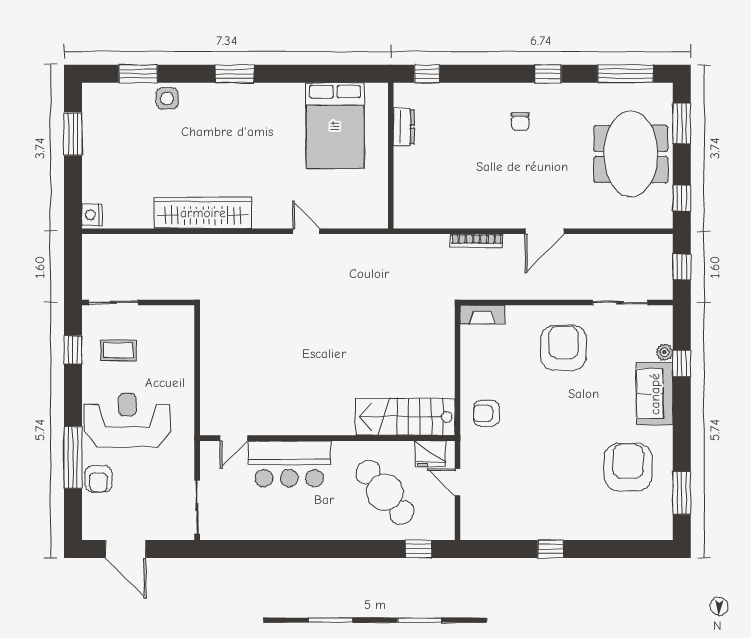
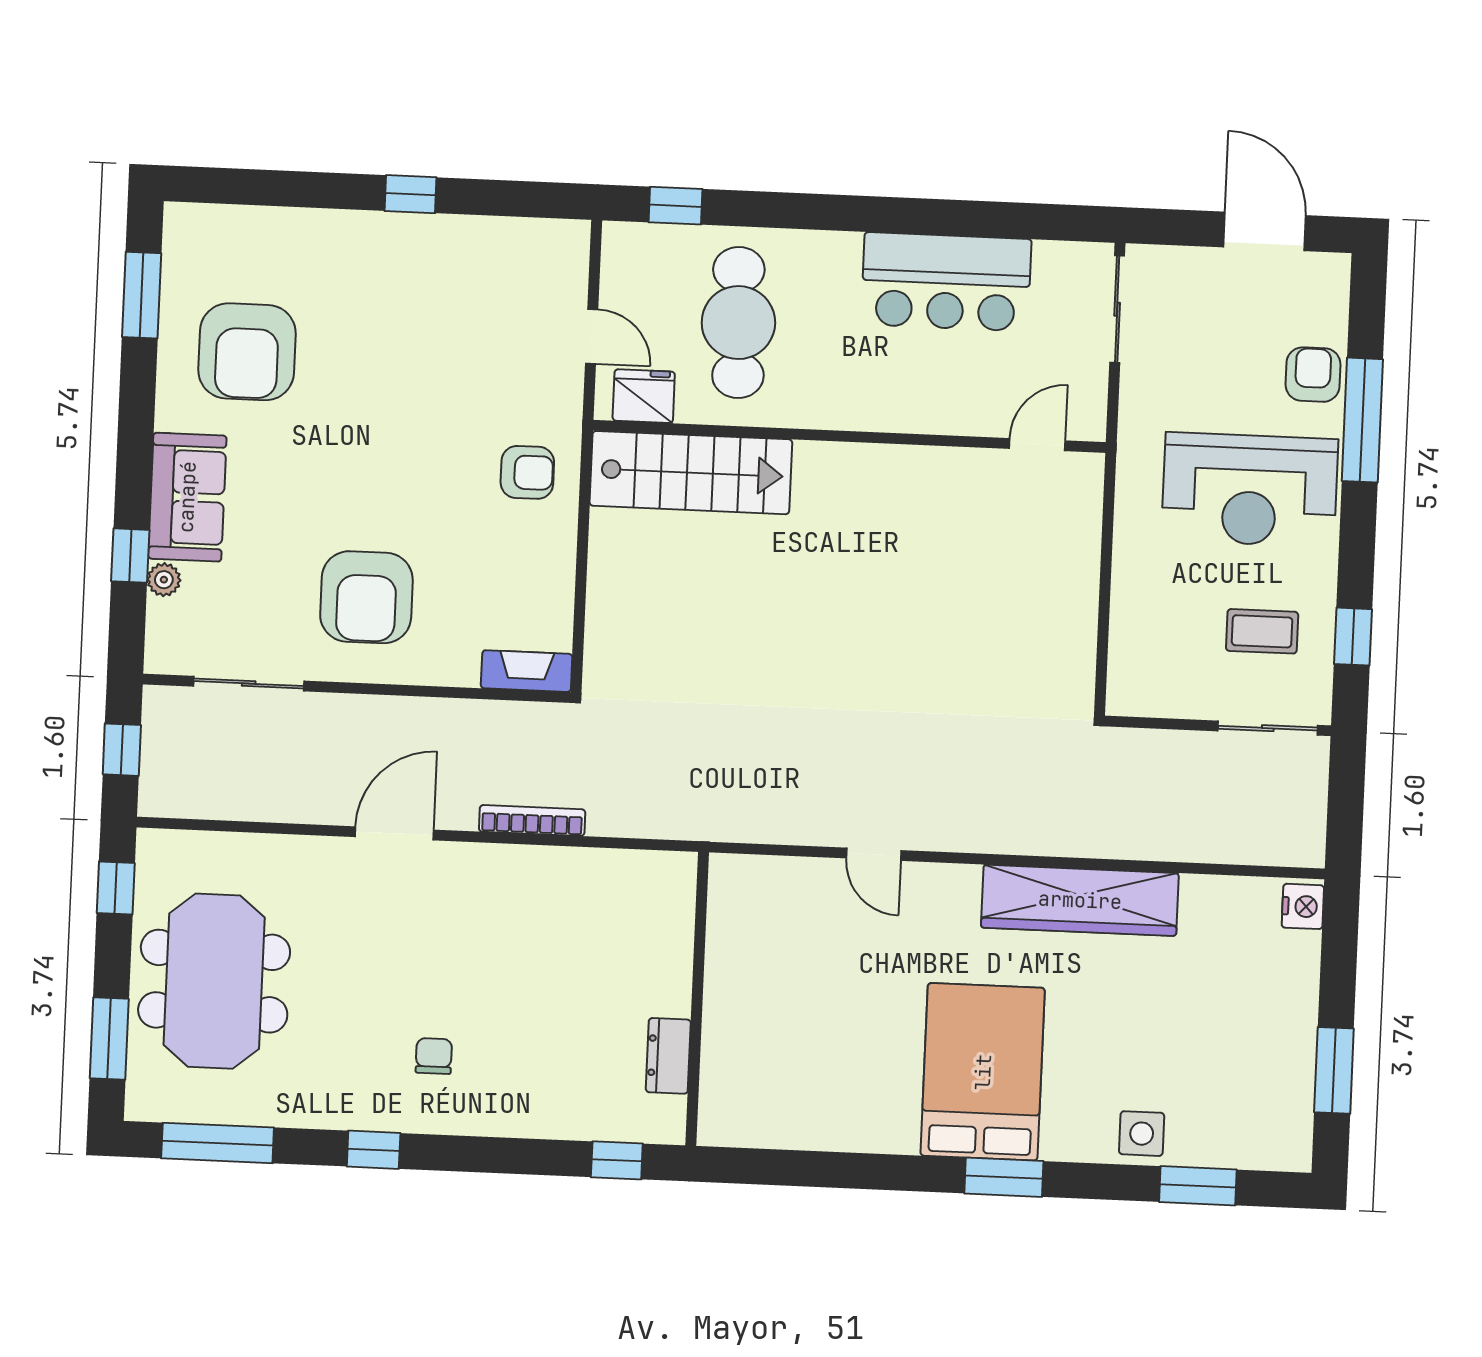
bed: (335, 126) -> (983, 1072), moved
bar counter: (289, 464) -> (946, 282), moved, turned 180
cafe table: (385, 492) -> (738, 323), turned 38

